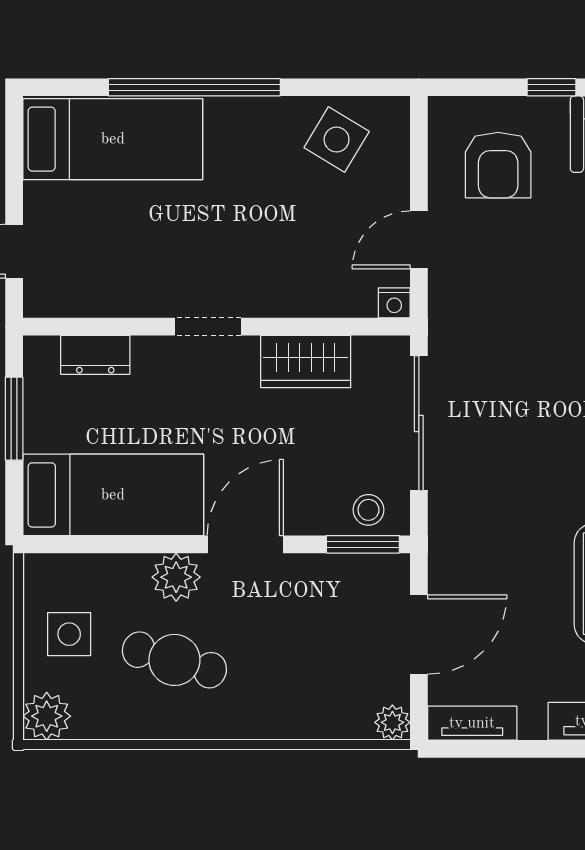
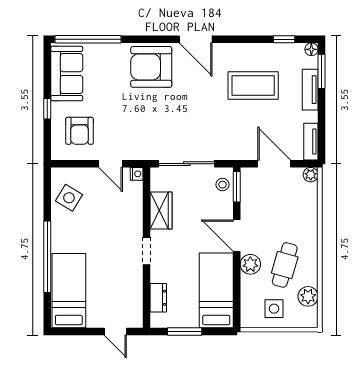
armchair: (498, 165) -> (80, 131), turned 90
plant: (47, 716) -> (308, 296), moved

